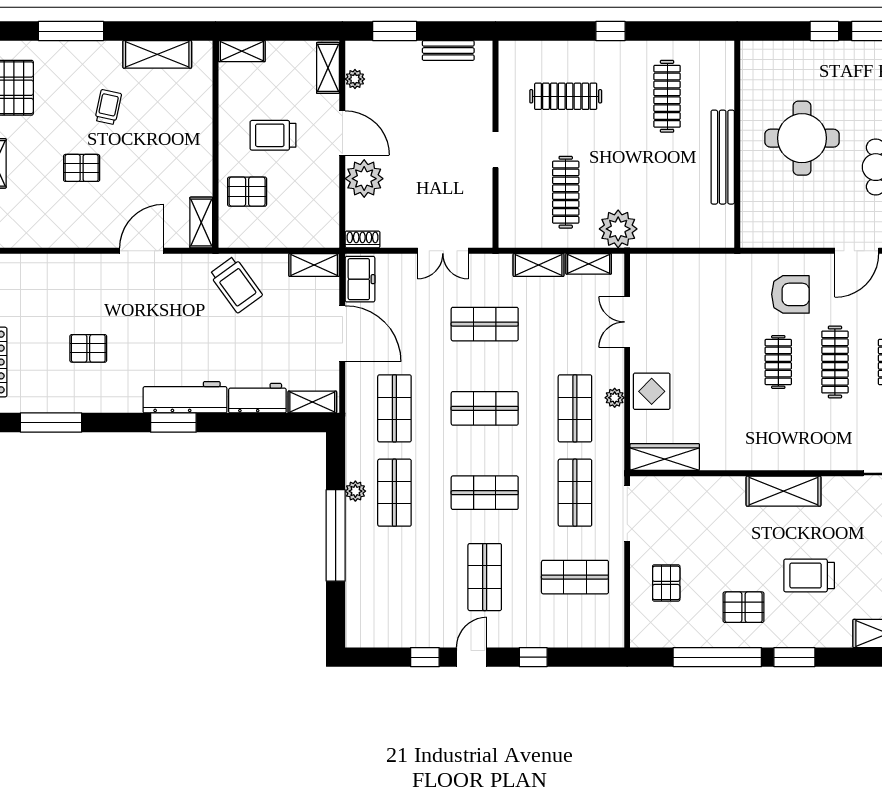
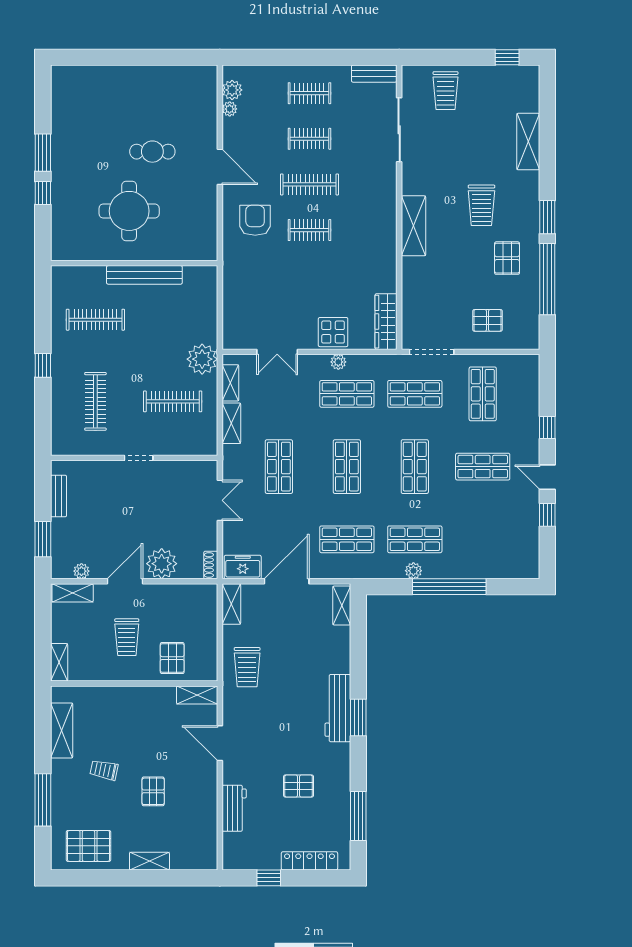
trolley: (236, 285) -> (247, 667), turned 126
pallet: (88, 348) -> (299, 786), turned 90
workbench: (257, 398) -> (234, 808), moved, turned 180

